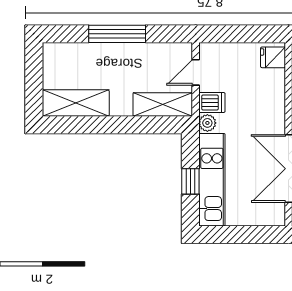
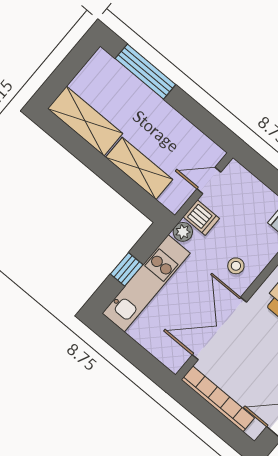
window: (117, 34) -> (145, 72), moved
shelving: (163, 104) -> (139, 168), moved
stool: (264, 116) -> (236, 266), added

